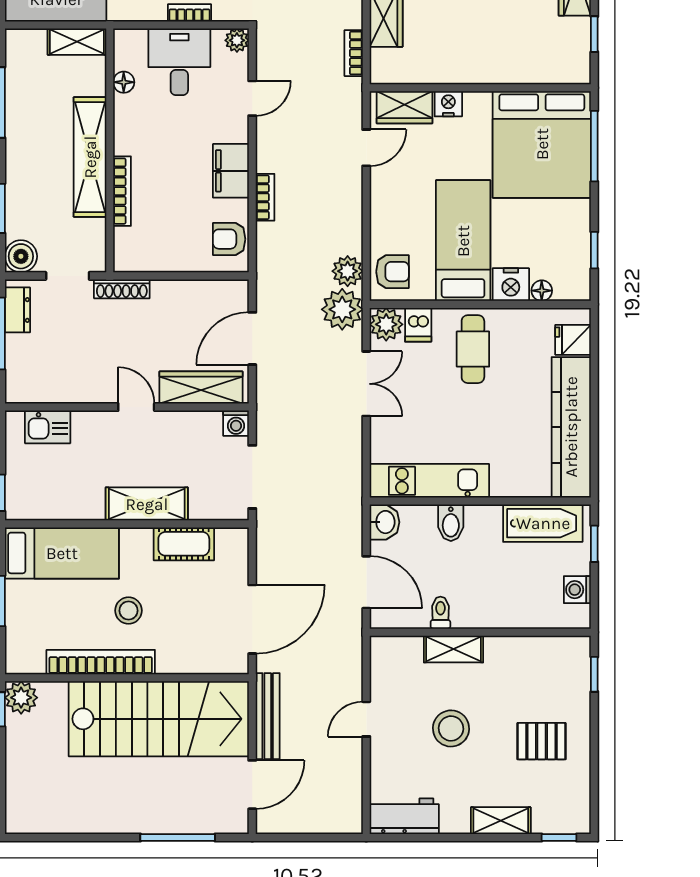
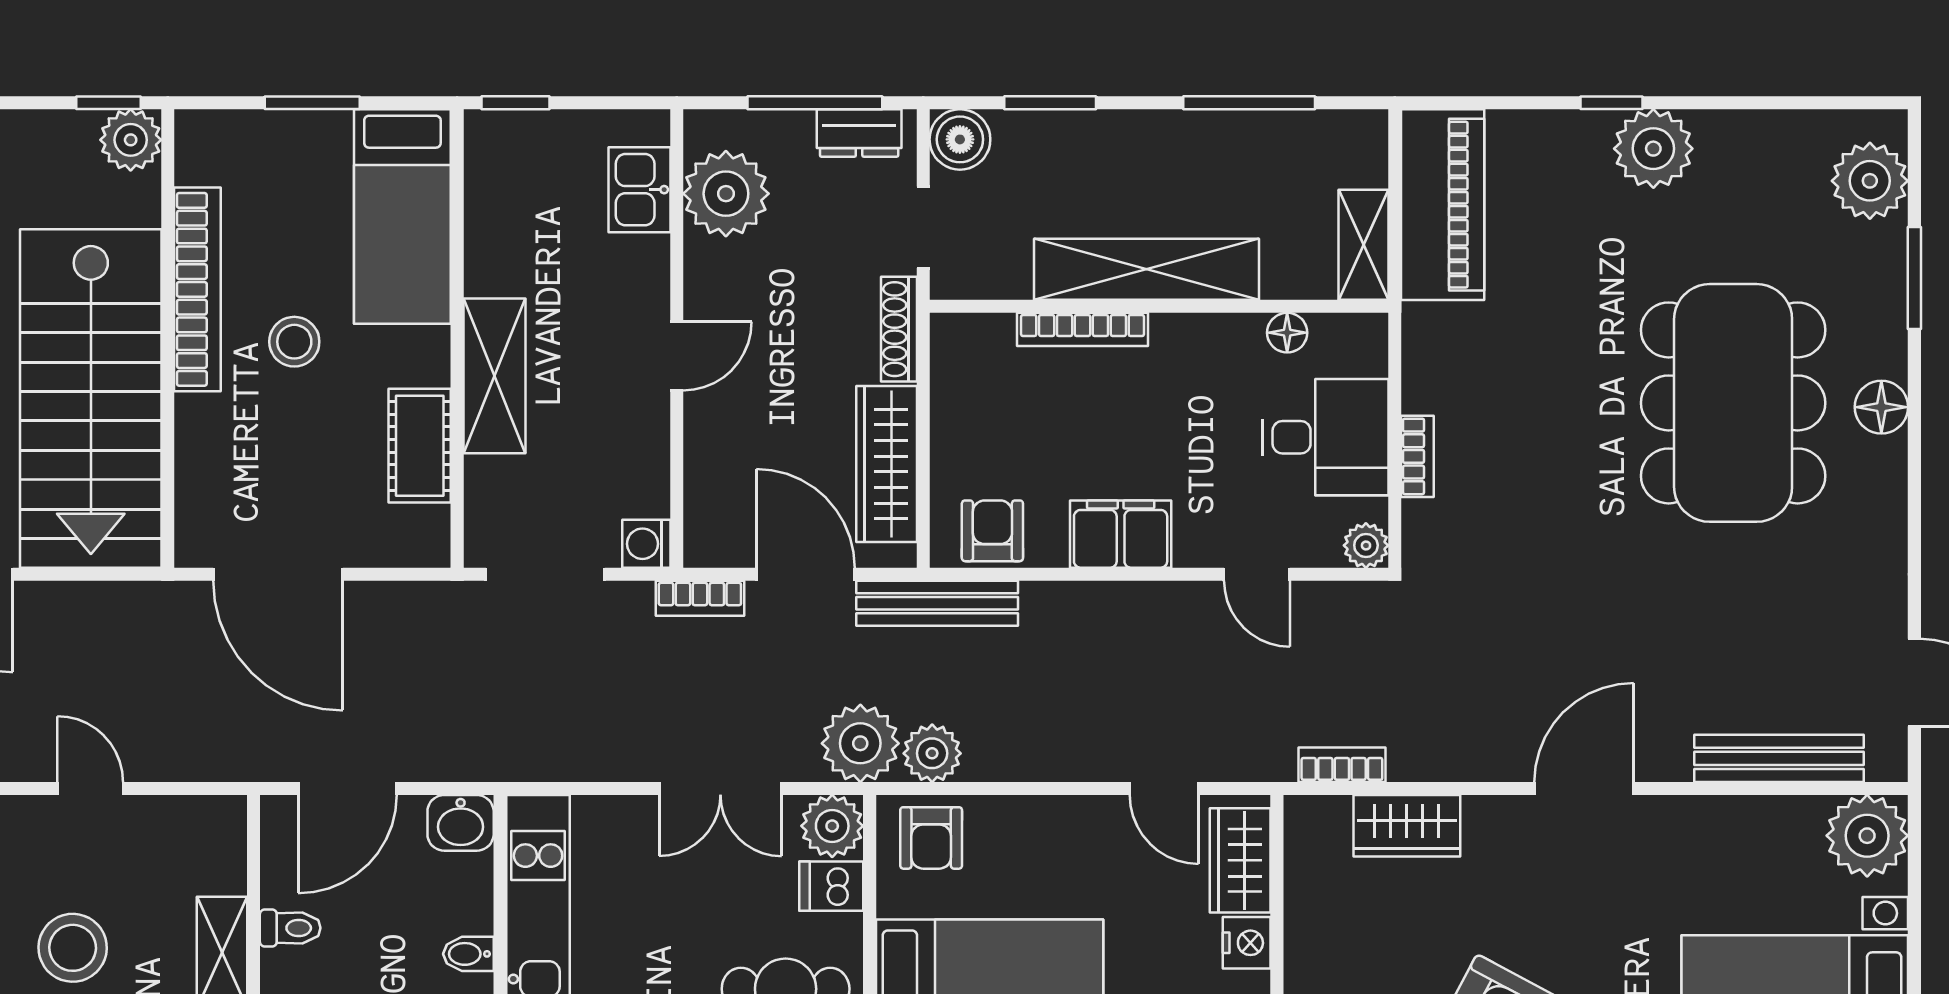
bookcase: (265, 197) -> (700, 598), moved
plant: (50, 381) -> (726, 194), added
wardrobe: (201, 387) -> (887, 464), moved, turned 180
bidet: (451, 523) -> (468, 954), width x0.72, depth x0.74
bench: (268, 716) -> (937, 603), moved

